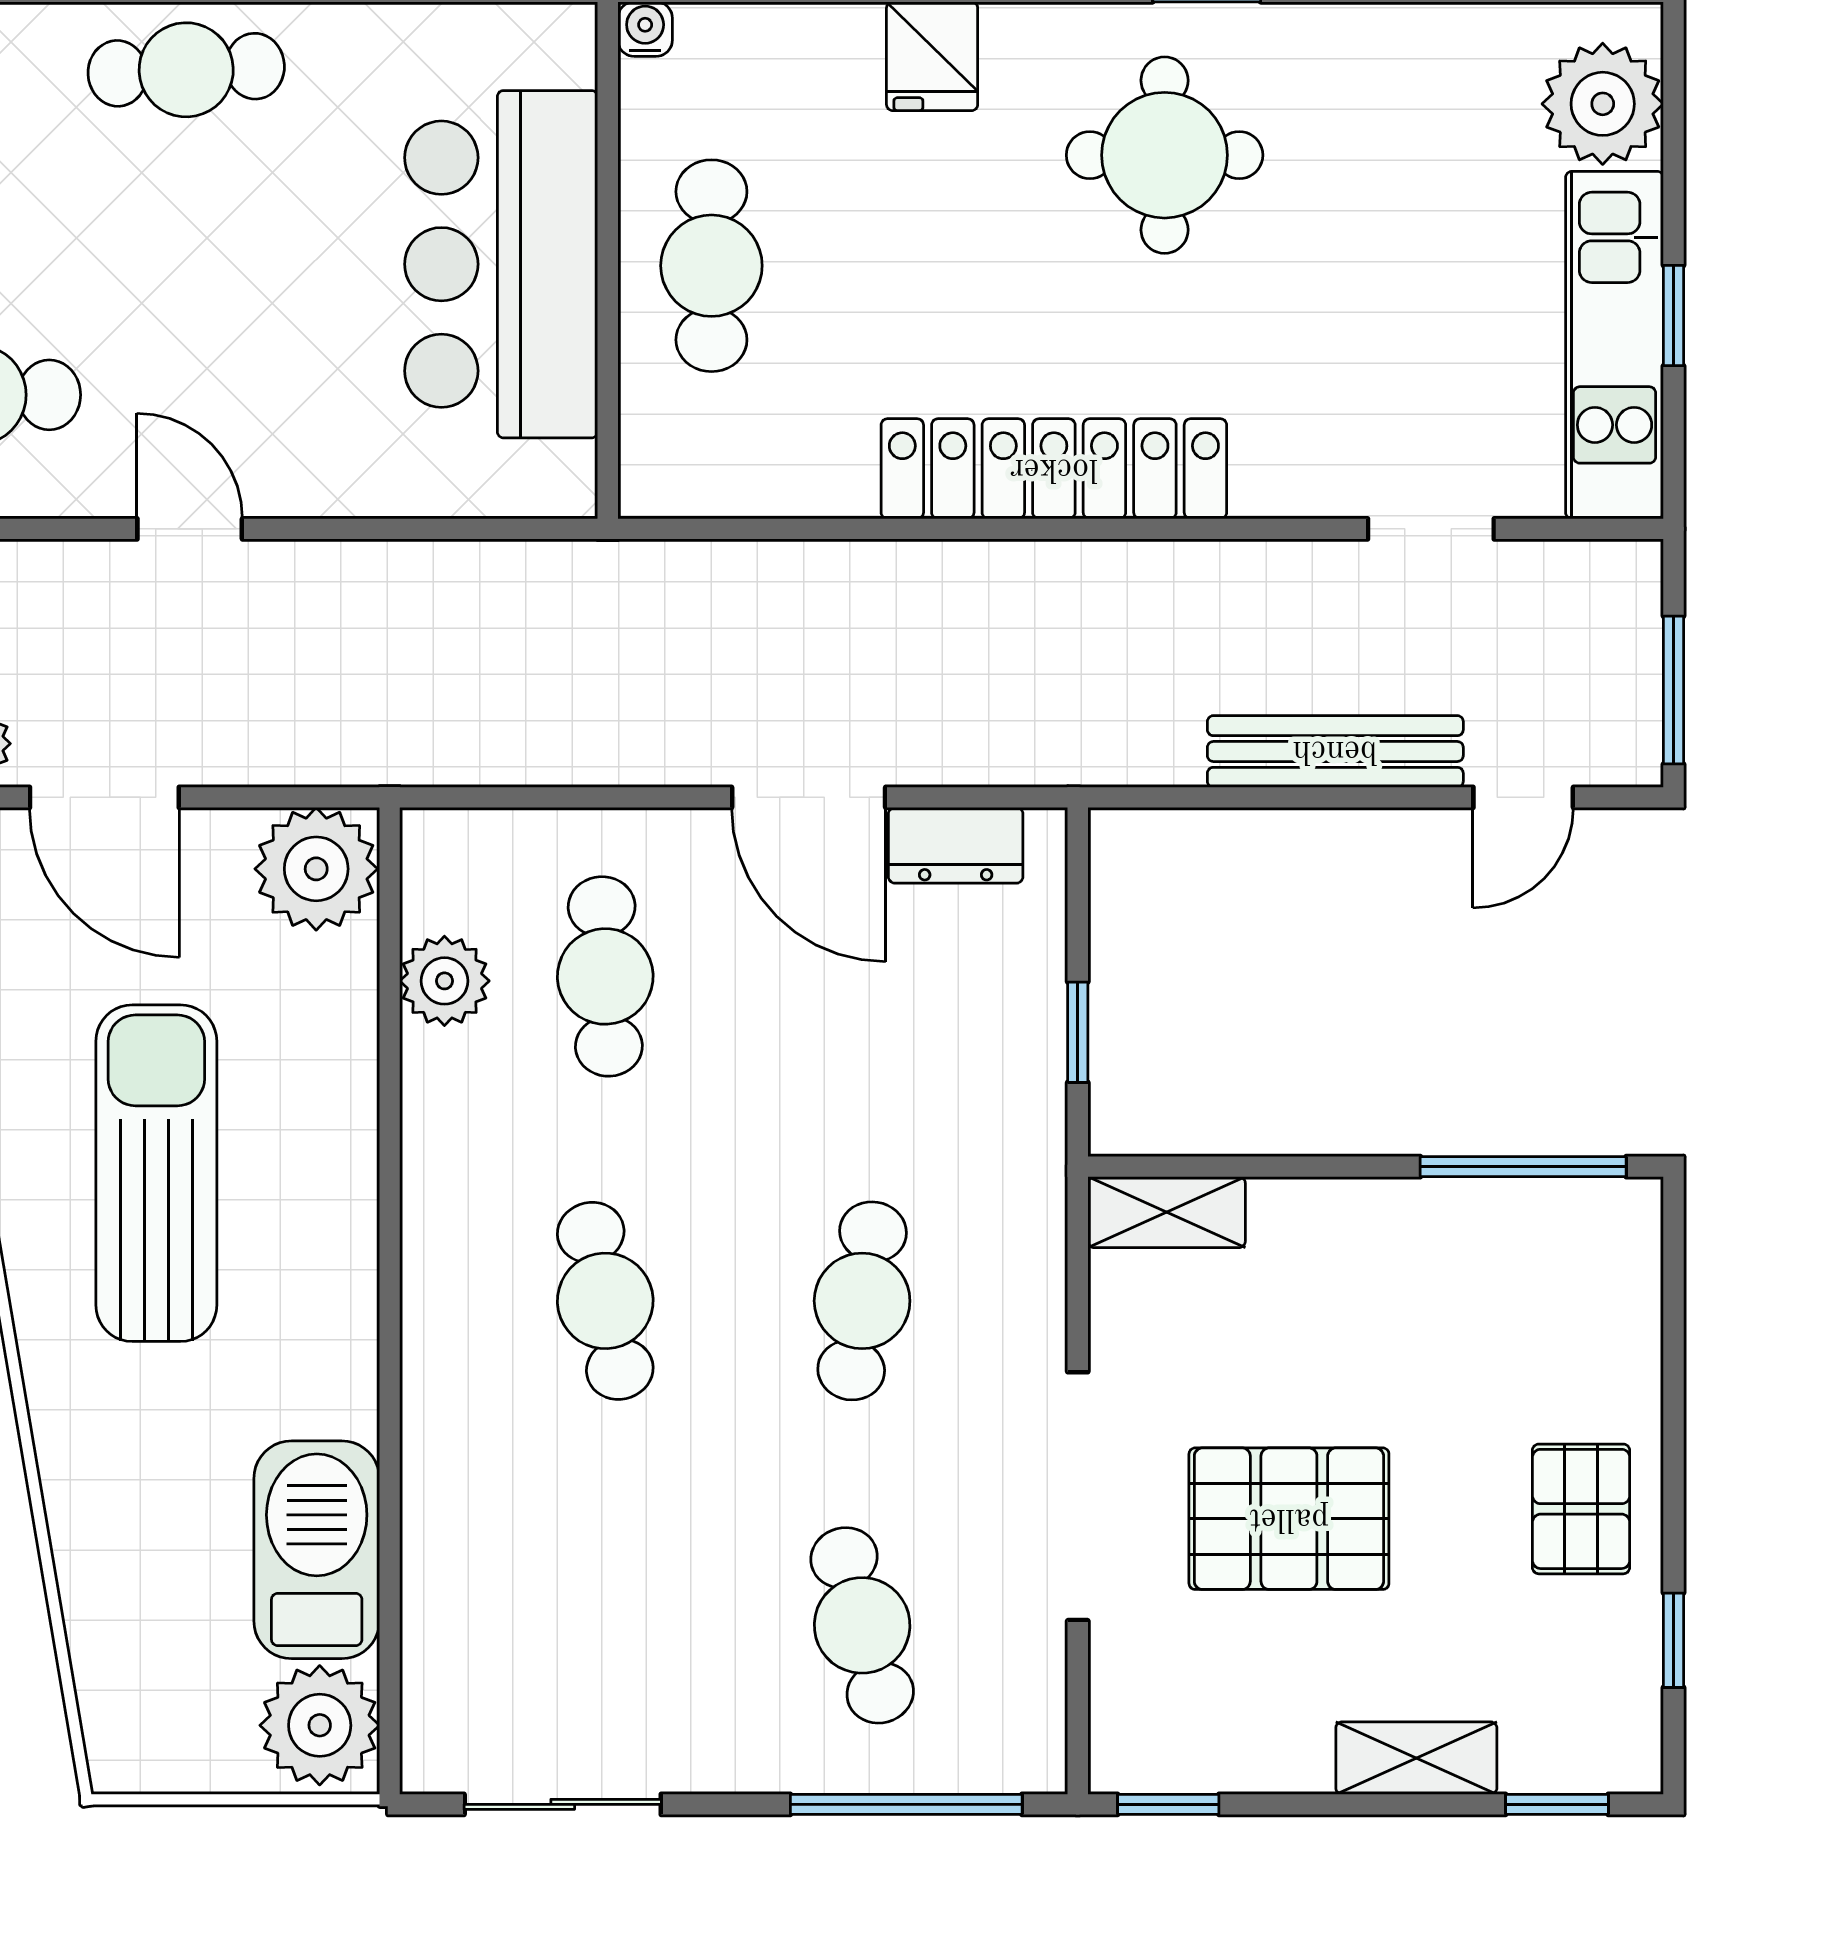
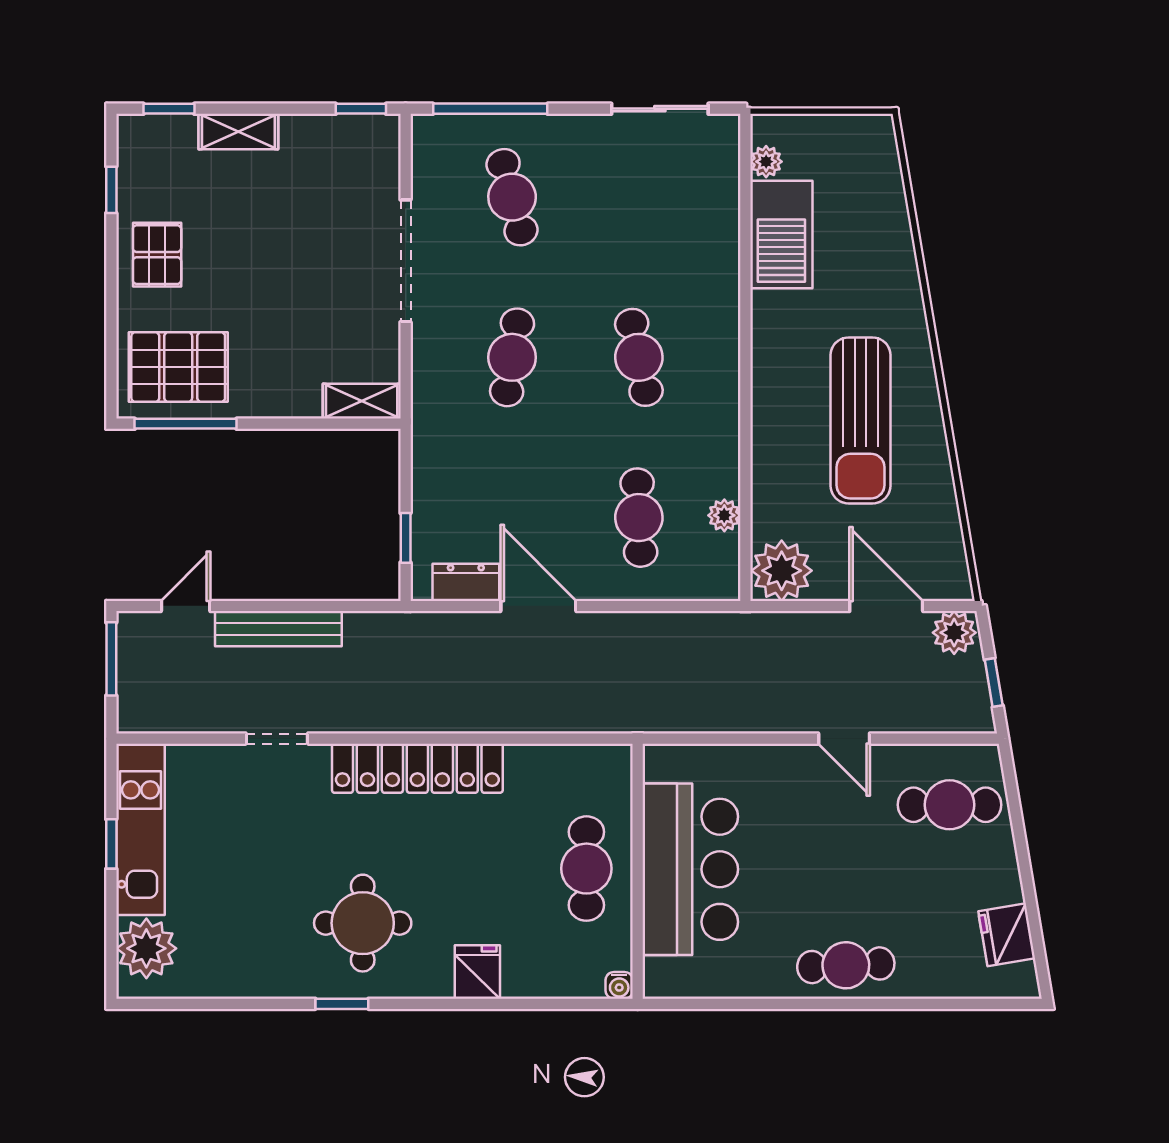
doorway: (1431, 529) -> (277, 739), moved
plant: (444, 981) -> (724, 515), width x0.73, depth x0.73
window: (1078, 1032) -> (406, 538), moved
pallet: (1289, 1519) -> (178, 367), moved
plant: (320, 1725) -> (766, 162), width x0.53, depth x0.53

